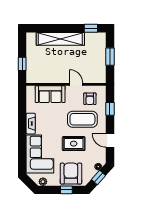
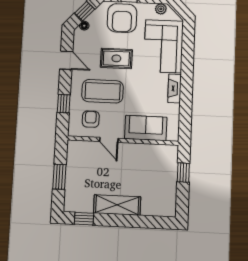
shelving: (60, 39) -> (117, 205), width x0.68

